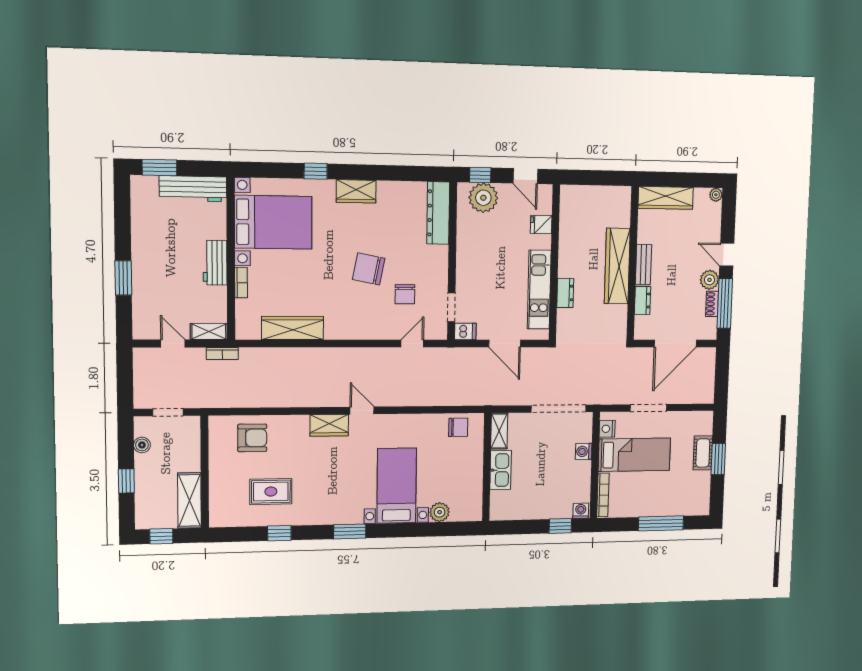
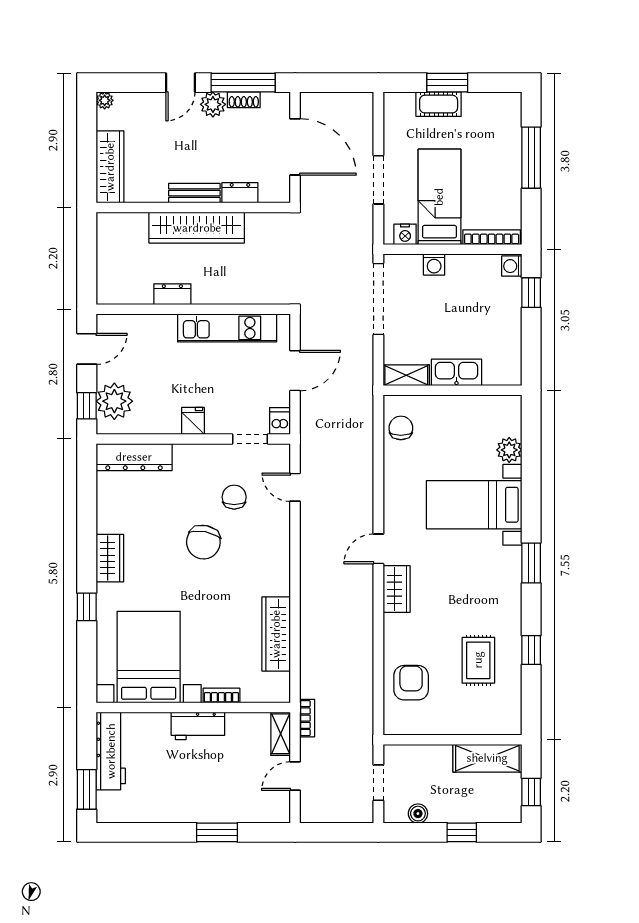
fridge: (541, 225) -> (193, 421), moved, turned 180
dresser: (565, 293) -> (172, 294), moved
chair: (405, 294) -> (234, 497), turned -90

